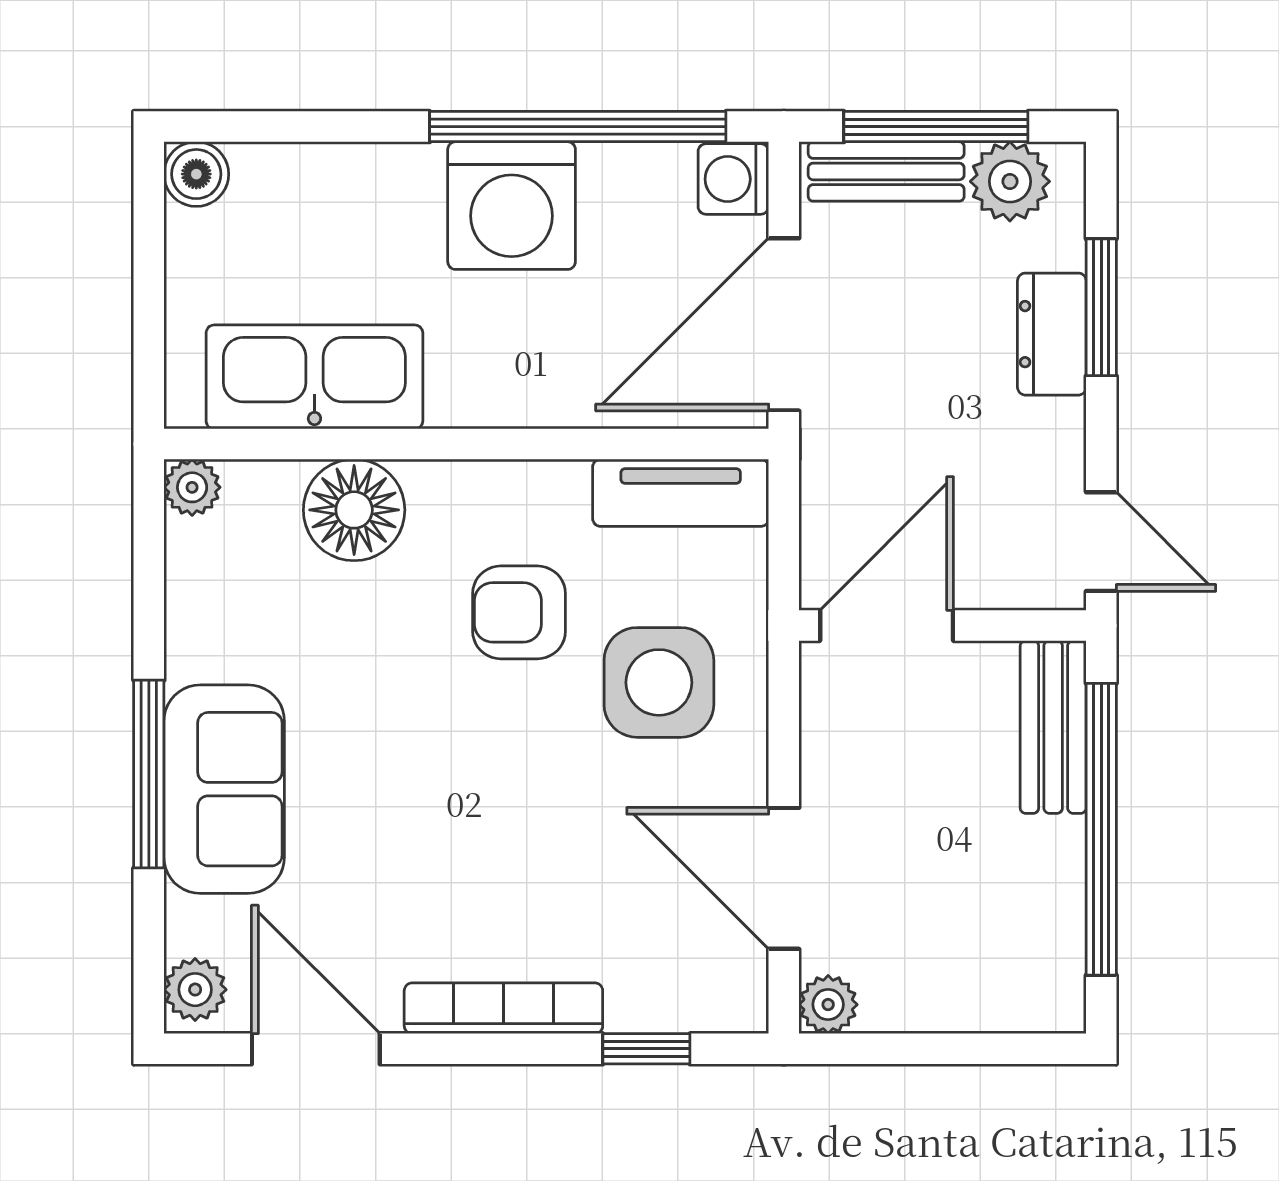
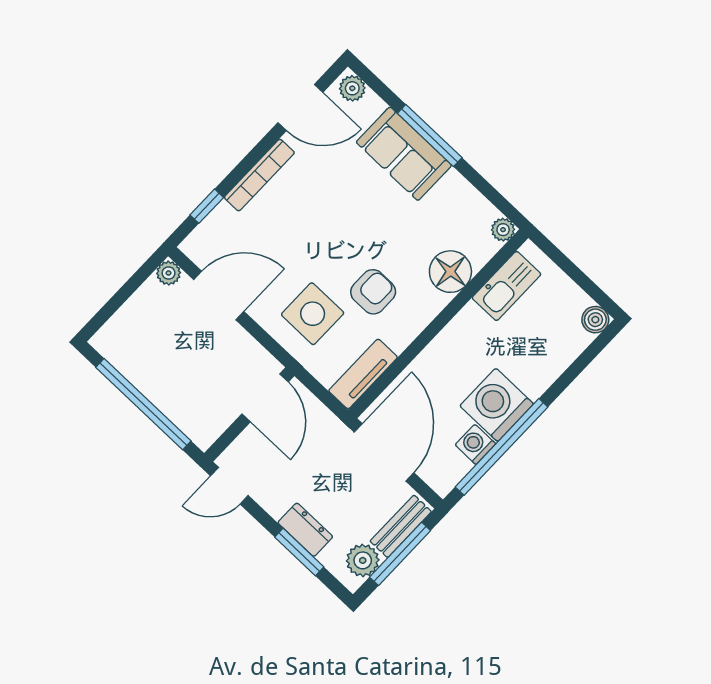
washing machine: (733, 179) -> (475, 444), moved, turned -90
kitchen sink: (314, 377) -> (506, 286), width x0.73, depth x0.81
bench: (1053, 727) -> (188, 419), removed

